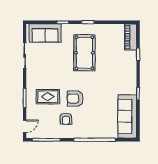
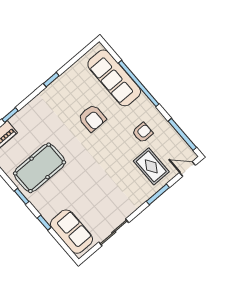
pool table: (84, 53) -> (40, 168), moved
rug: (48, 97) -> (151, 166), moved
armchair: (75, 98) -> (92, 118), moved
sofa: (127, 116) -> (114, 78), moved, turned 90

